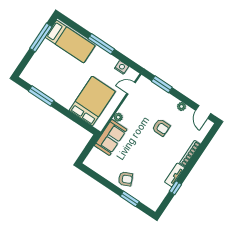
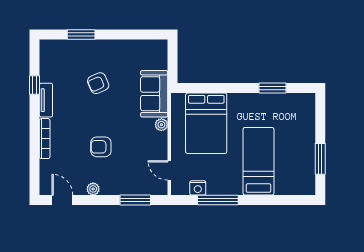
window: (41, 37) -> (320, 159), width x0.69
bed: (70, 42) -> (258, 161), moved, turned 90
window: (101, 44) -> (218, 200), moved
door: (131, 88) -> (169, 170), swing flipped
window: (41, 96) -> (272, 88), width x0.69
armchair: (125, 179) -> (98, 83), moved

